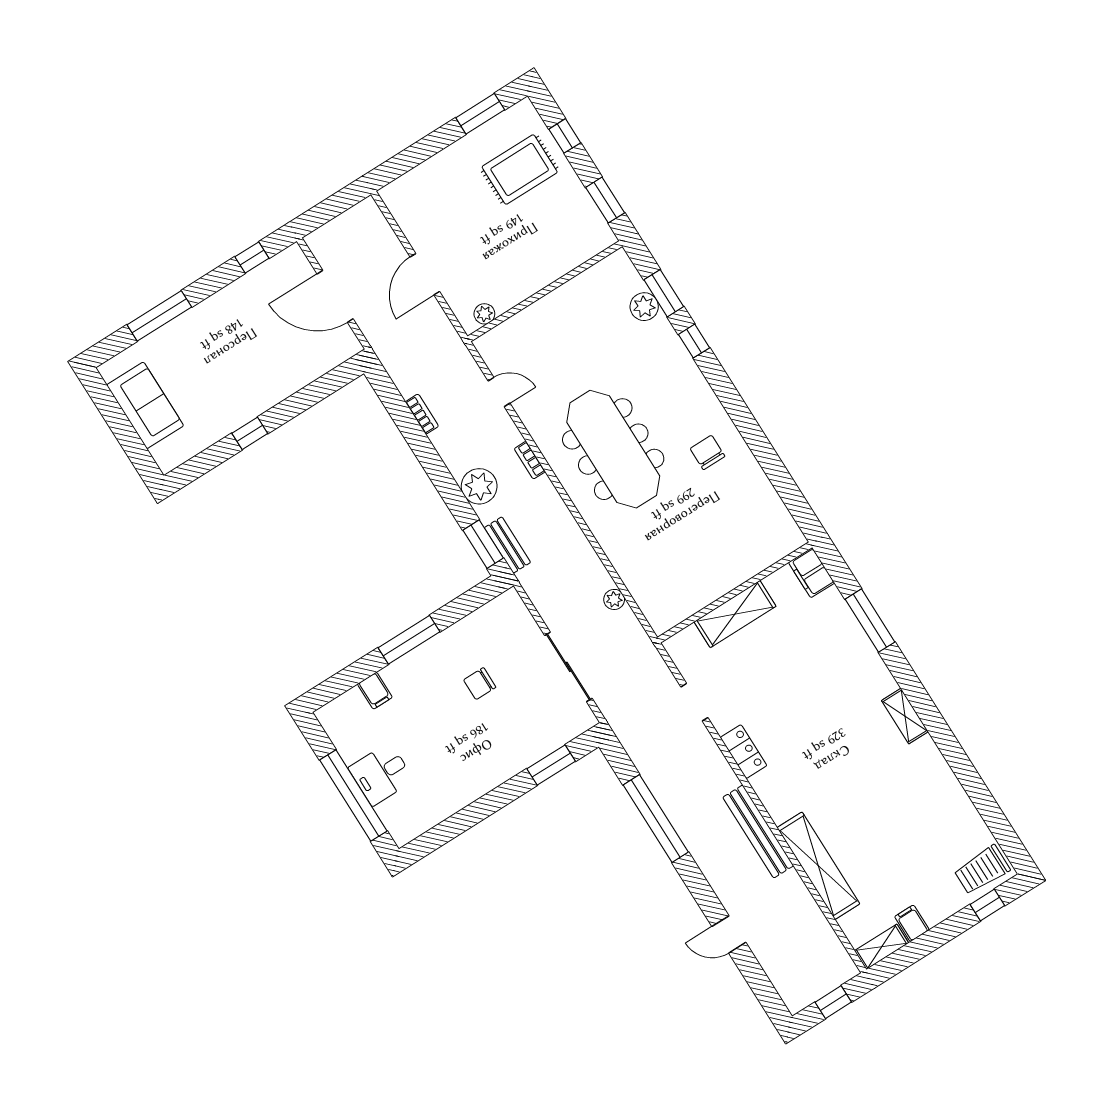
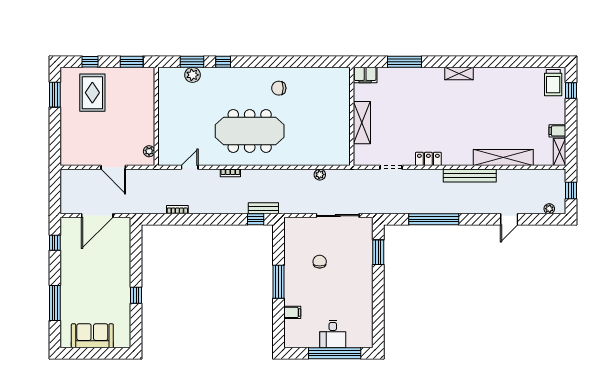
plant: (479, 486) -> (549, 209), moved, width x0.53, depth x0.53
window: (483, 544) -> (256, 219), width x0.67
chair: (480, 684) -> (320, 262), turned 180

